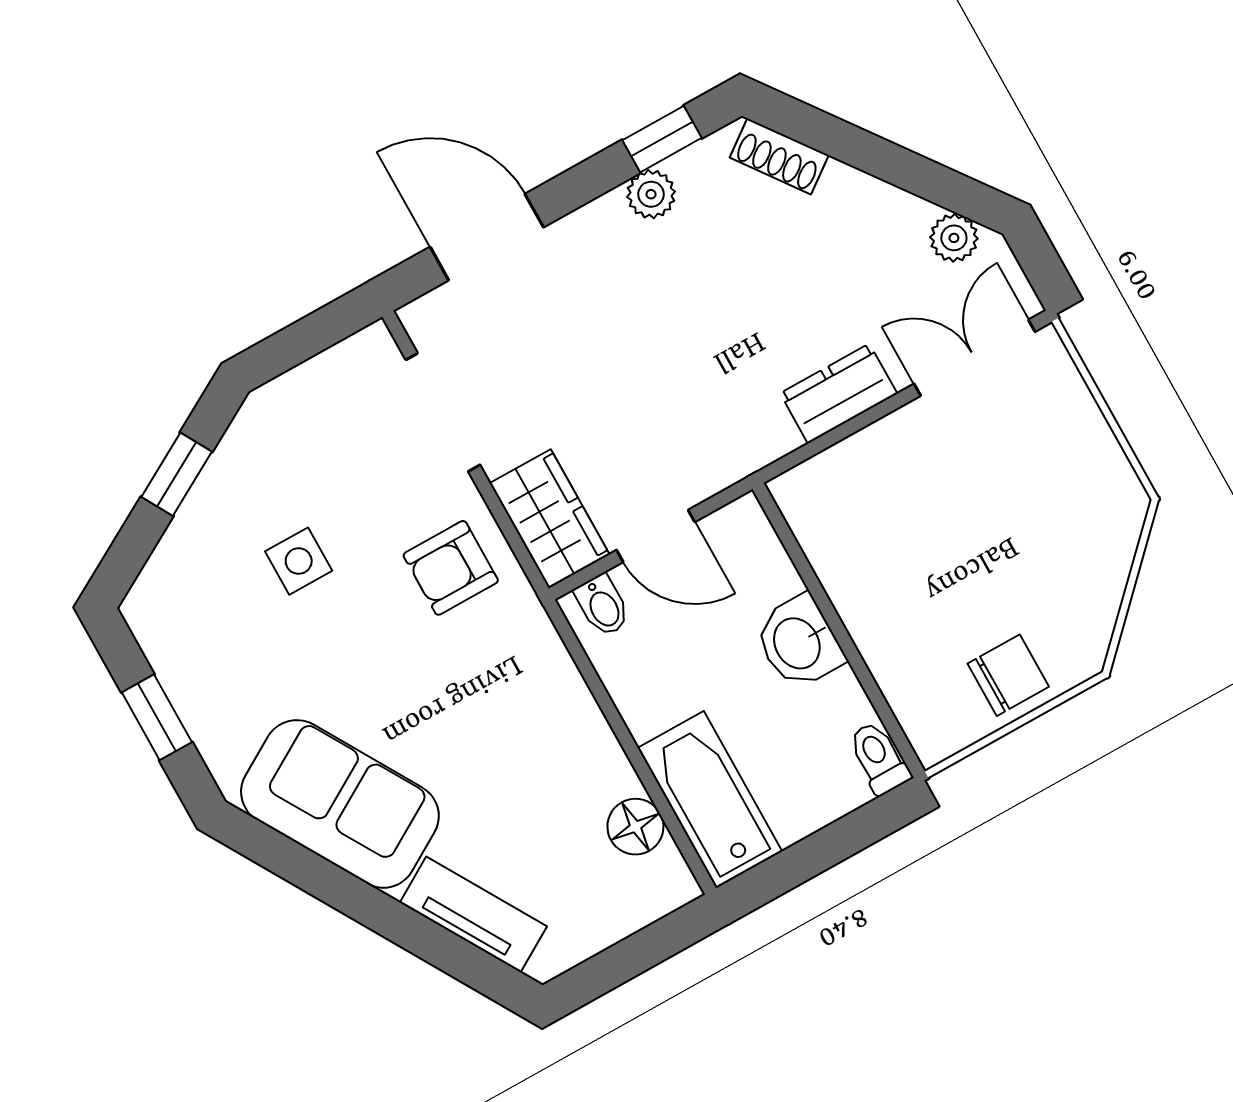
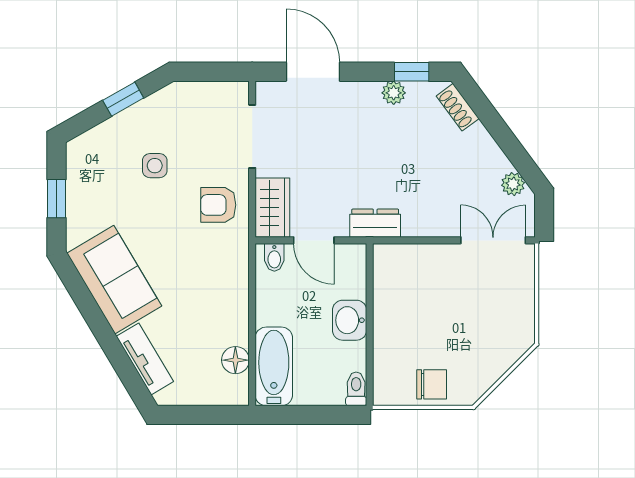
dresser: (839, 394) -> (375, 223), moved

